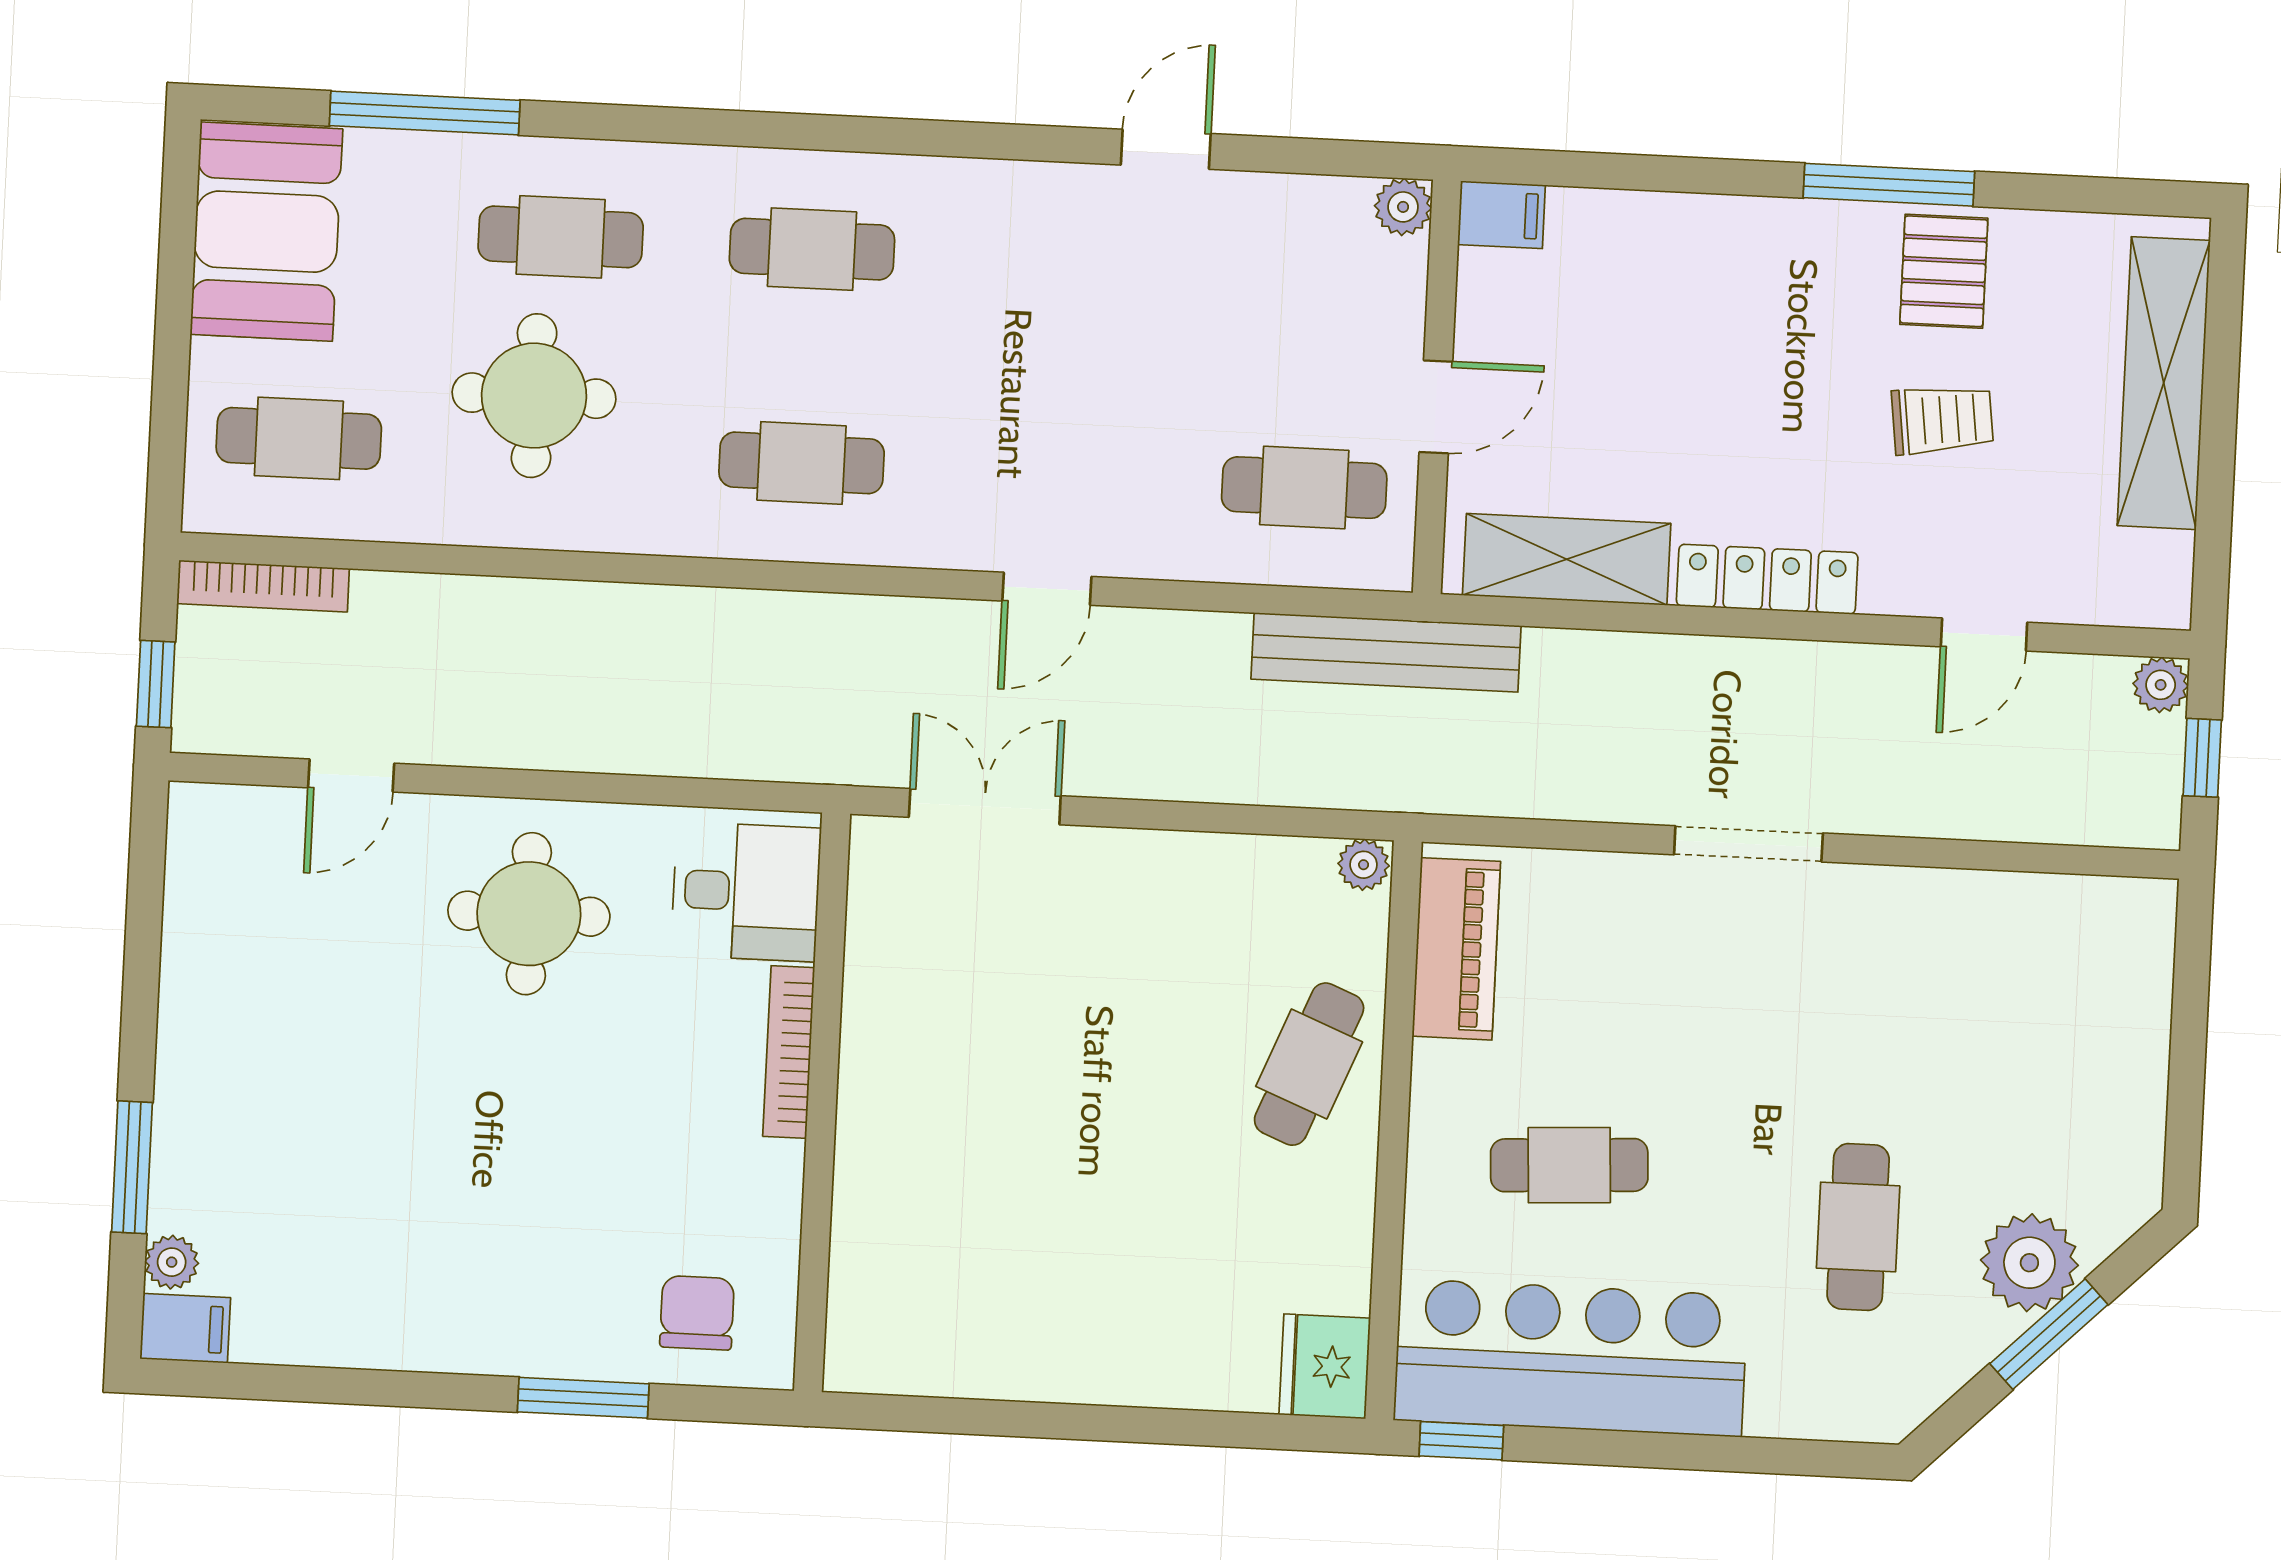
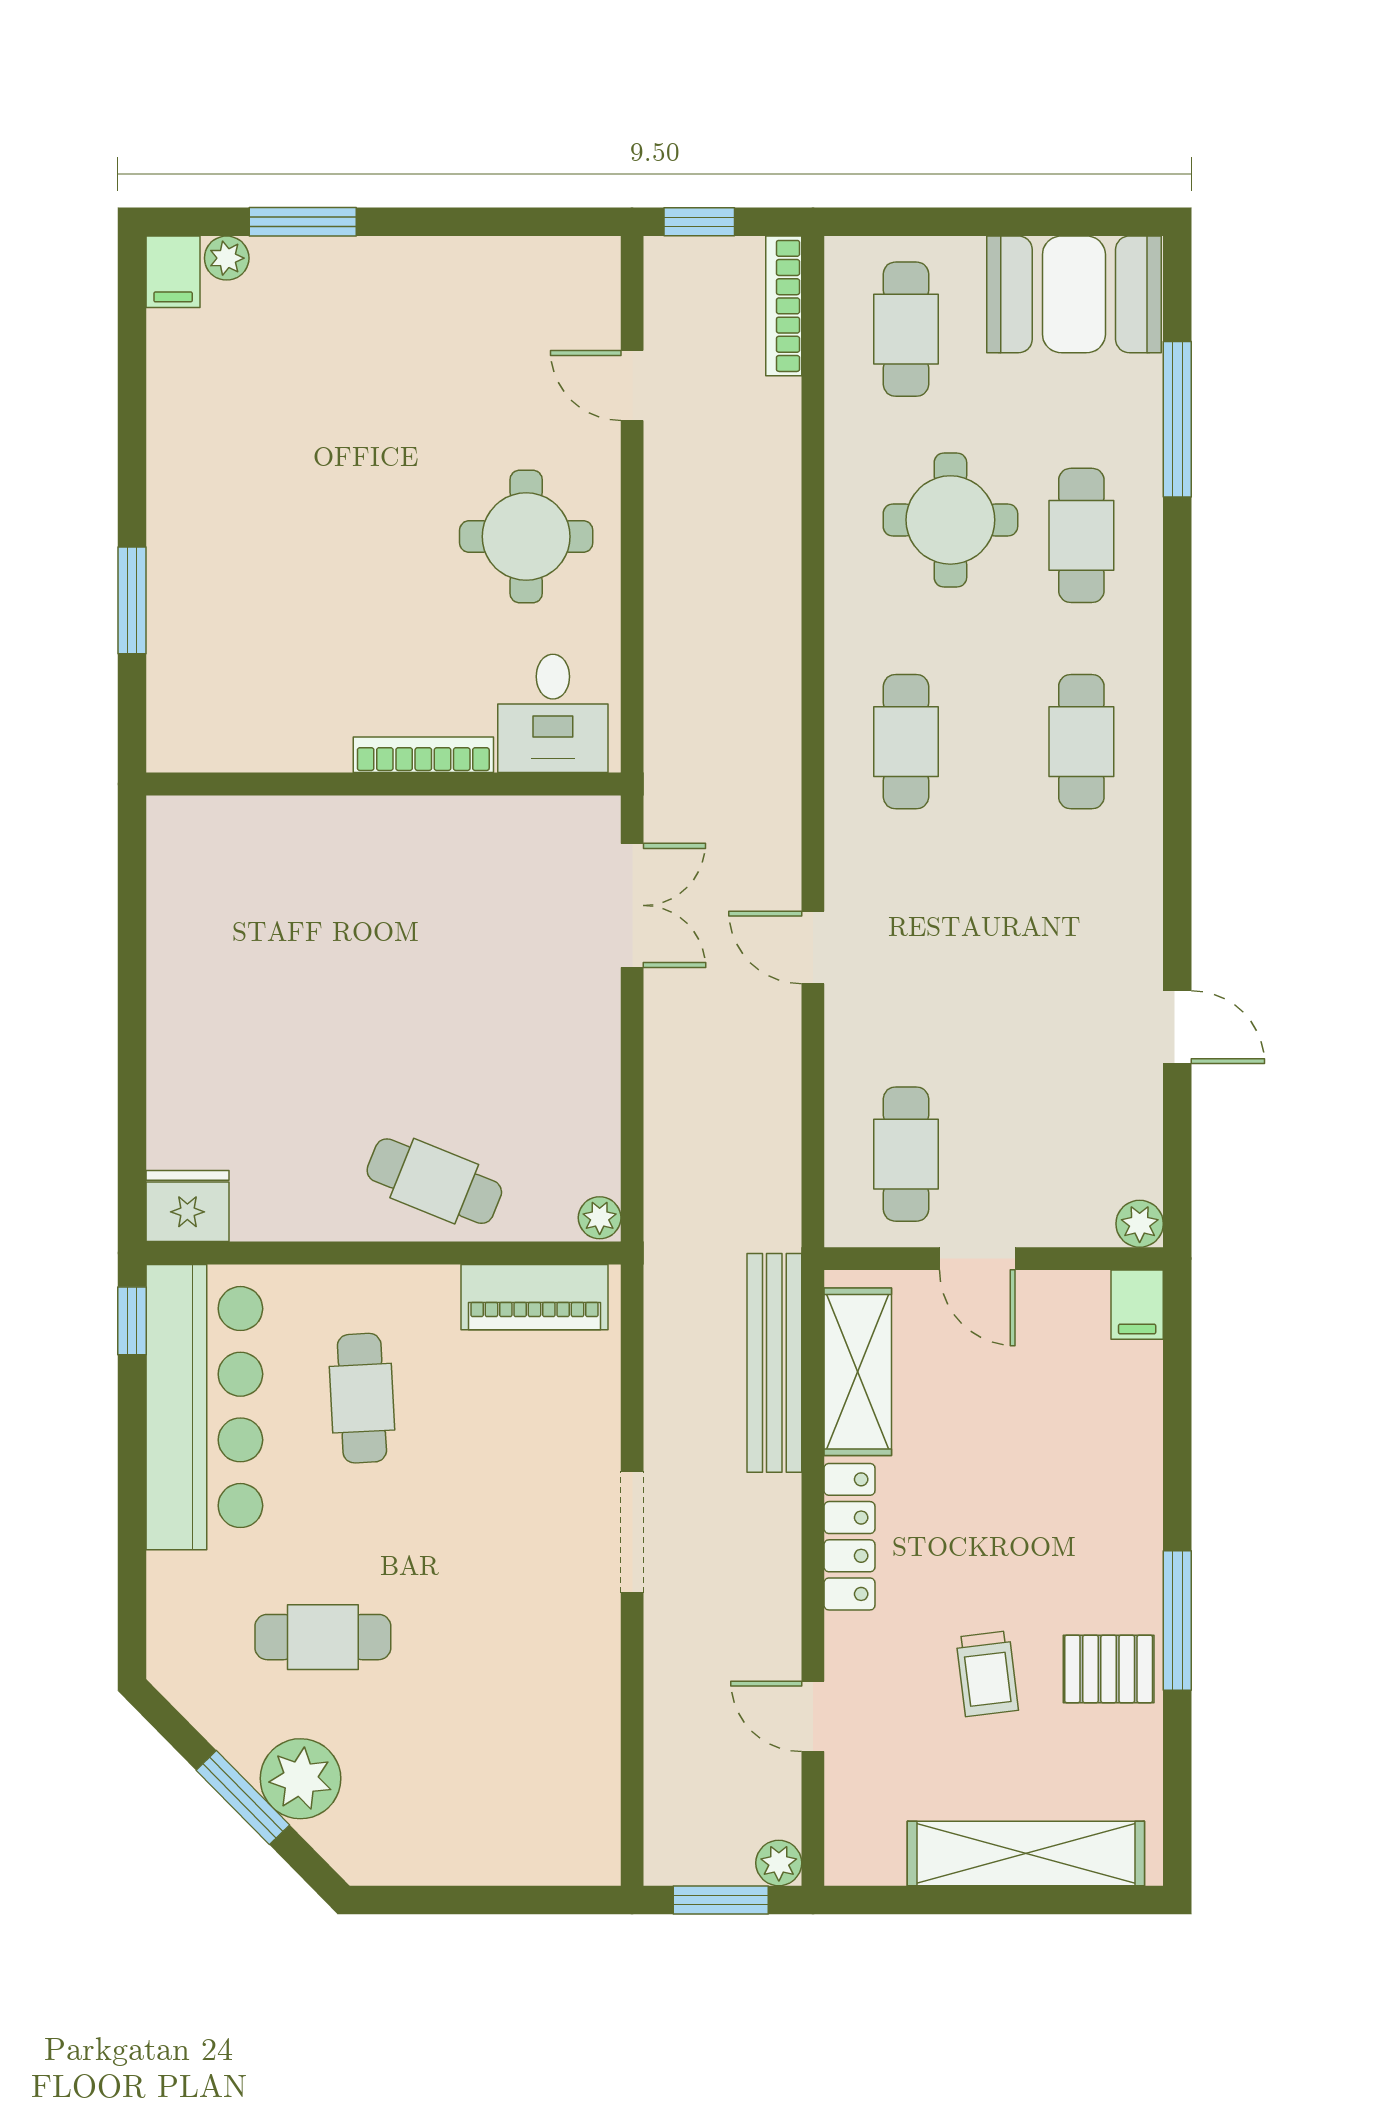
bench: (1386, 652) -> (774, 1363), moved
window: (2202, 758) -> (721, 1900), width x1.50
chair: (697, 1313) -> (206, 690), removed

